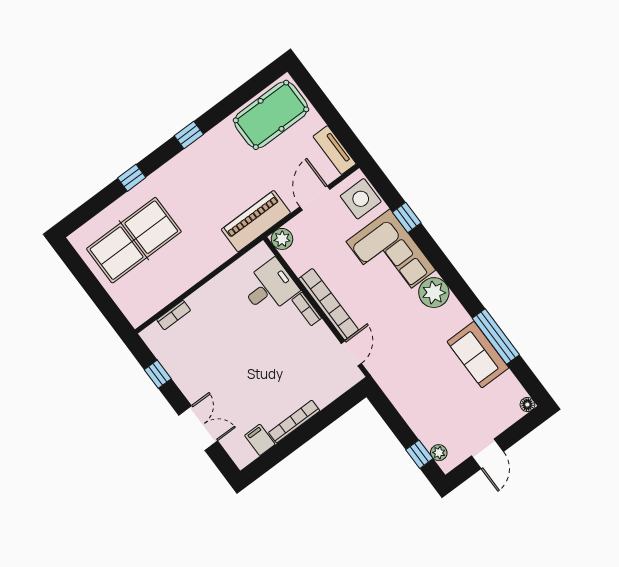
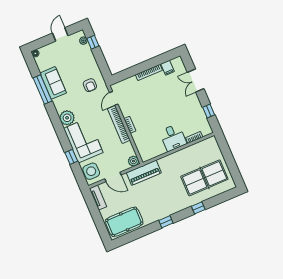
door: (315, 198) -> (113, 177), hinge flipped
desk: (269, 287) -> (173, 138), moved, turned -90
armchair: (404, 368) -> (90, 85), added

